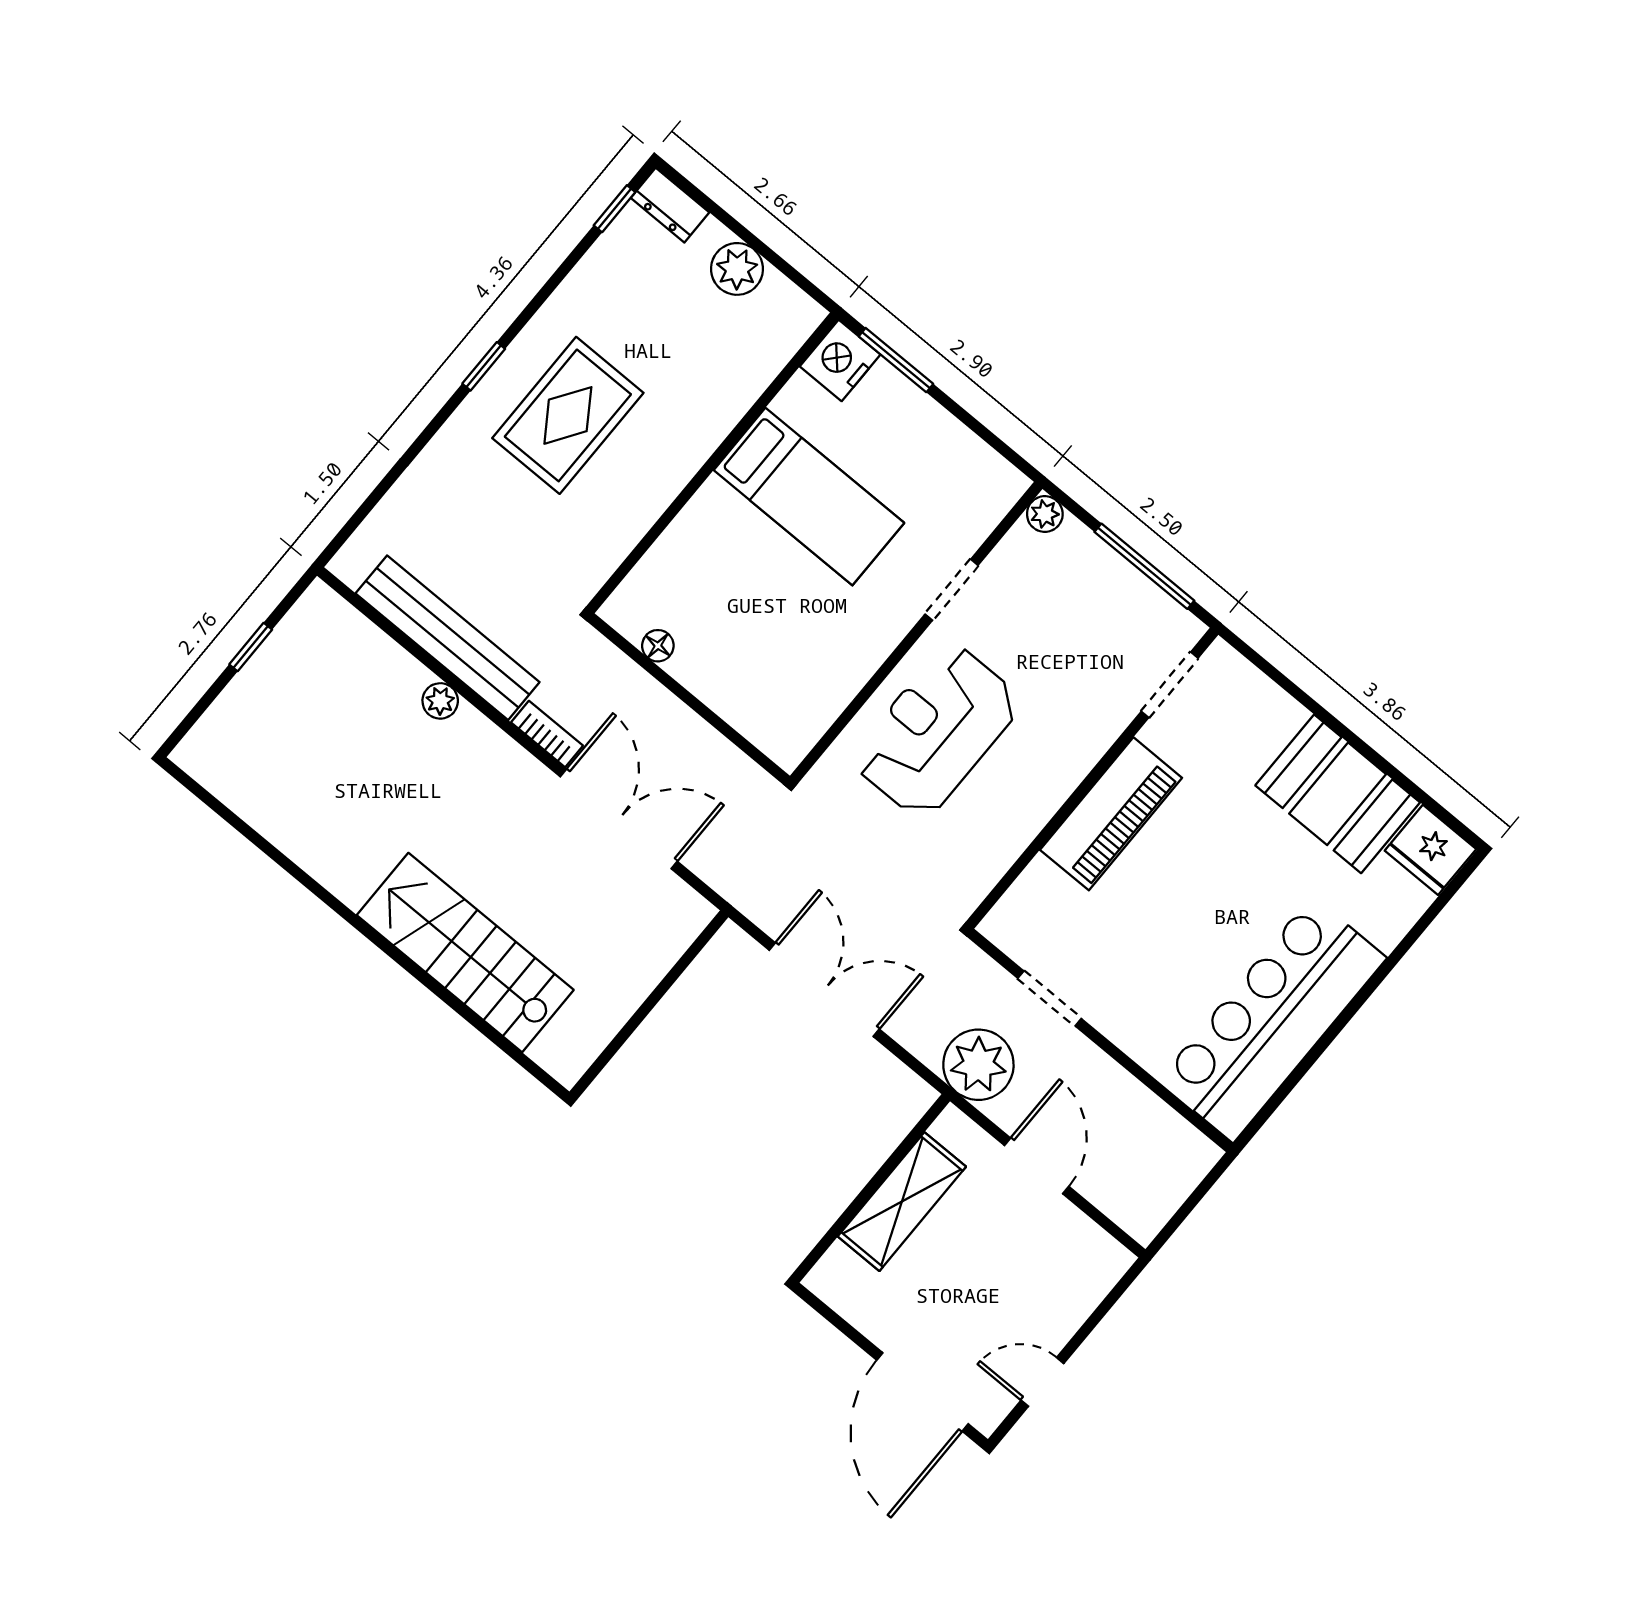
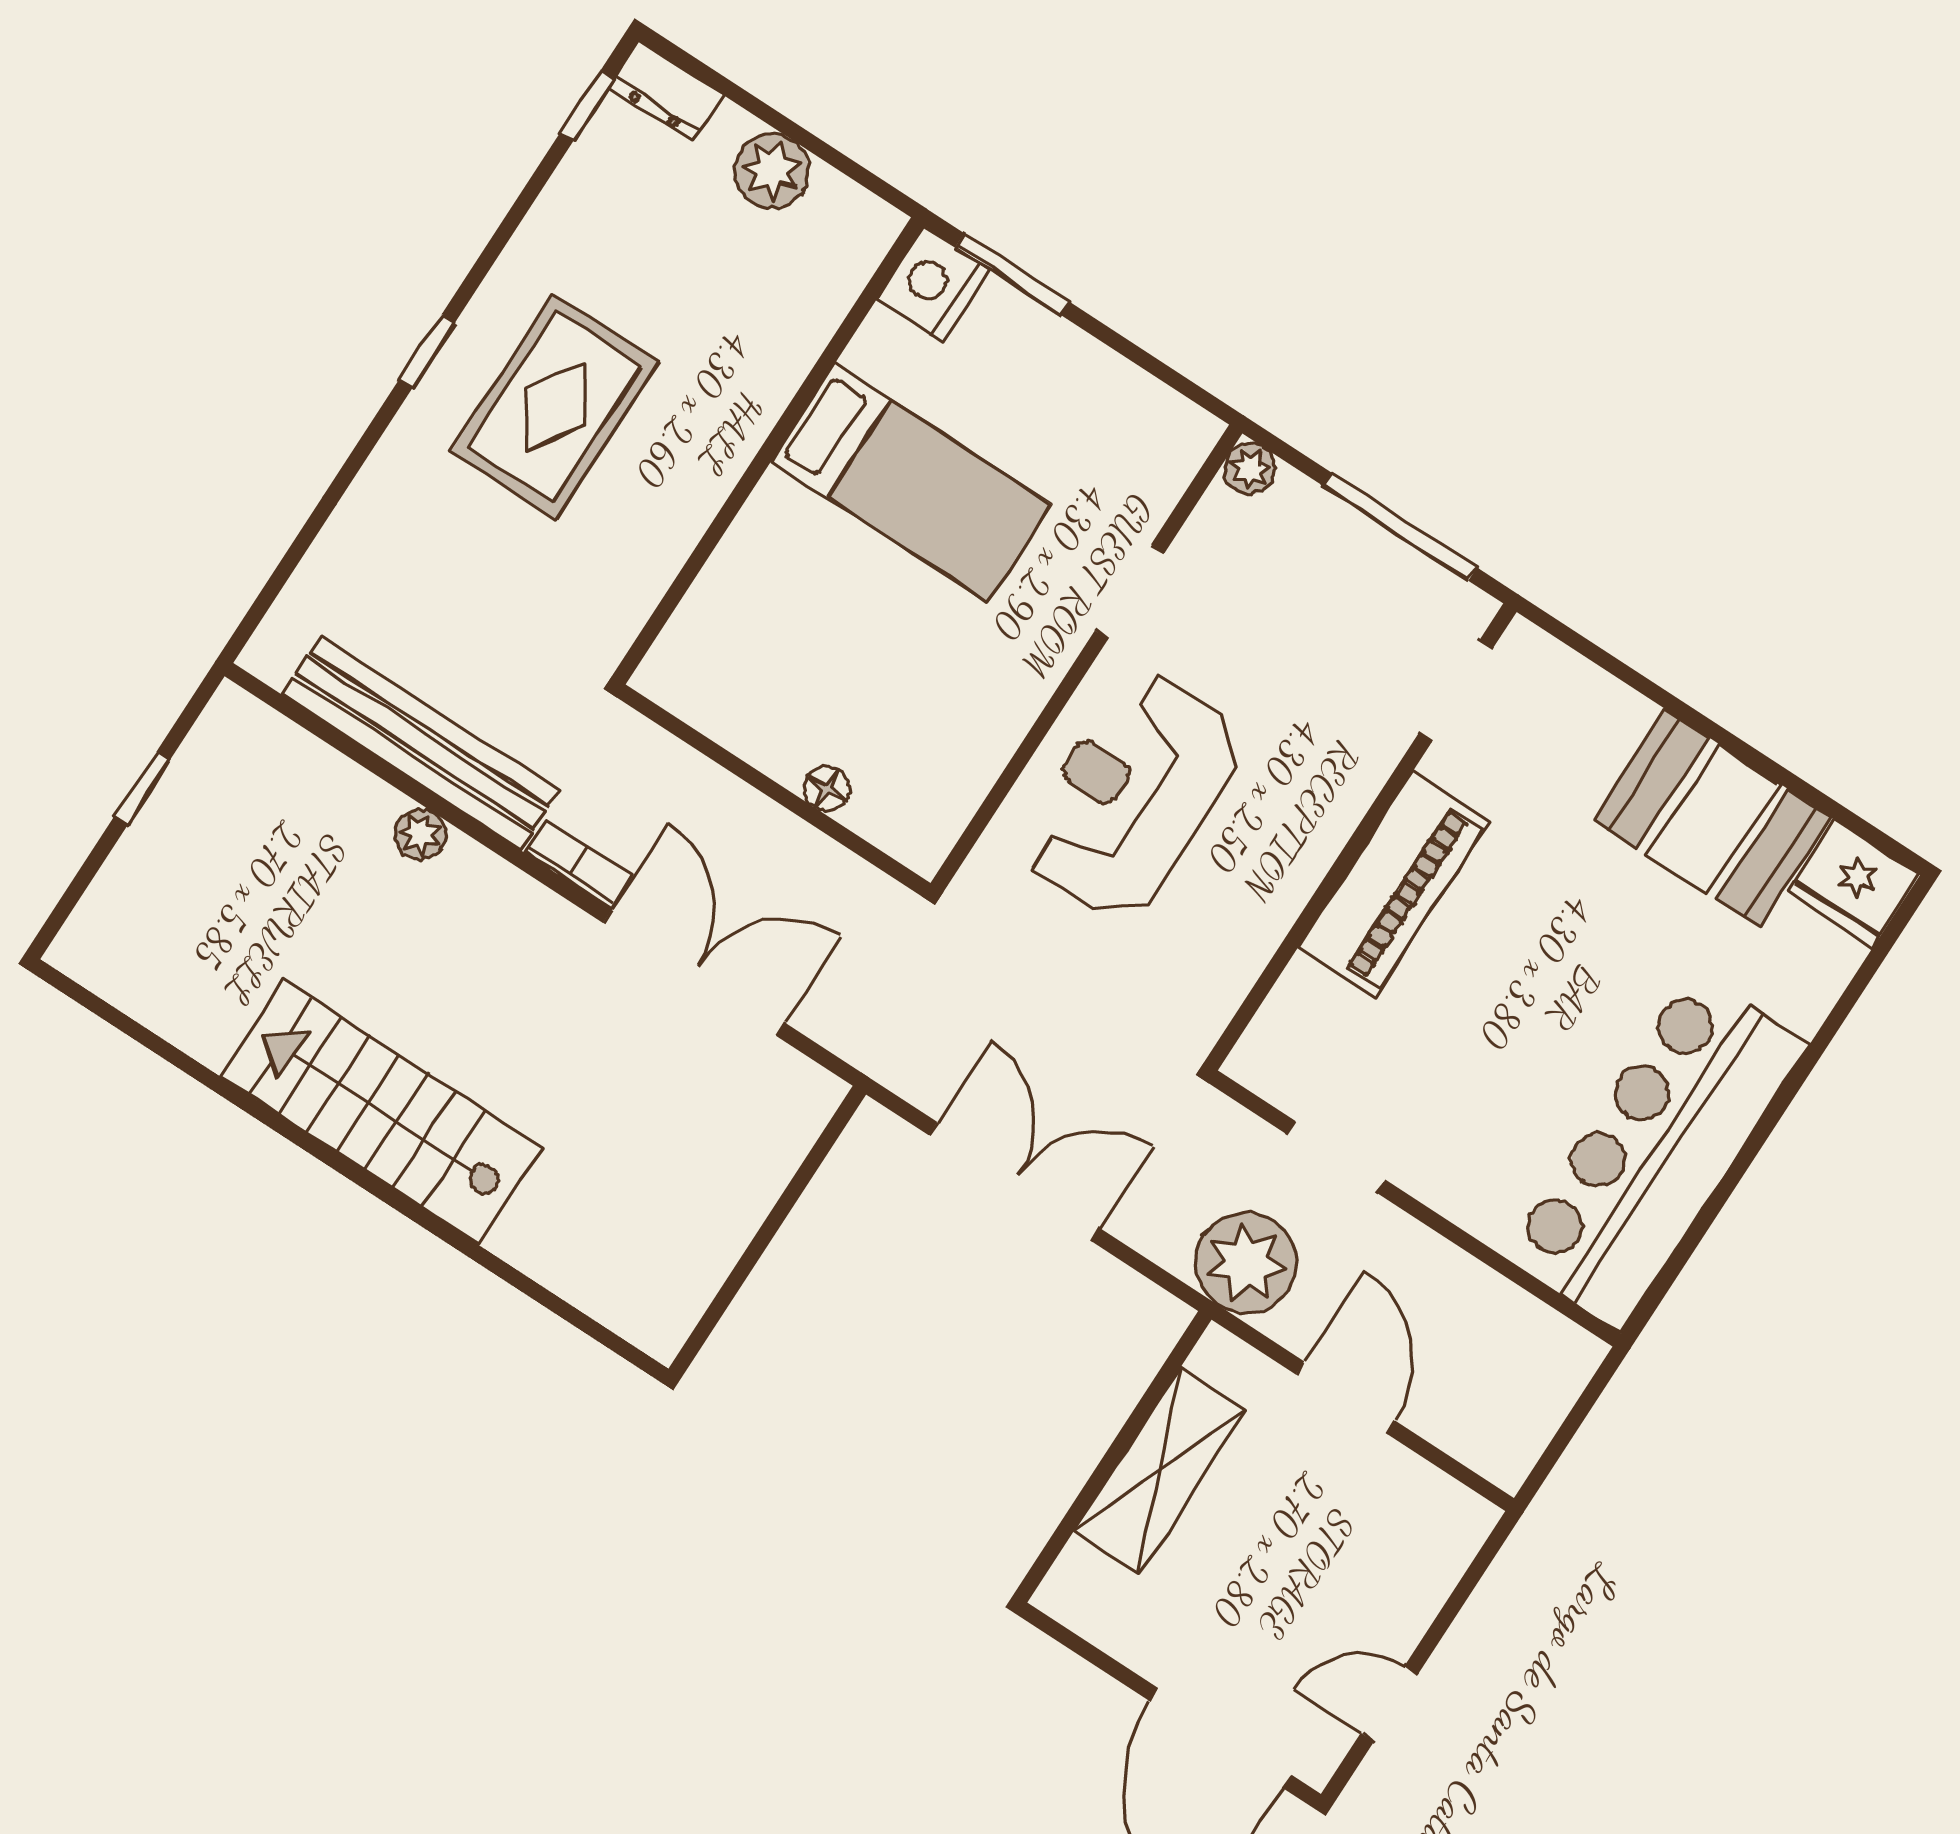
floor lamp: (658, 646) -> (826, 788), moved
stairs: (465, 953) -> (381, 1112), moved

